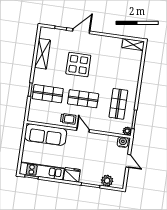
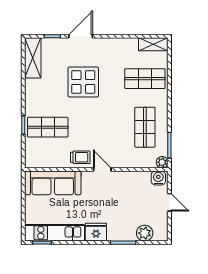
shelving: (42, 54) -> (33, 58), moved
shop shelf: (83, 99) -> (145, 79), moved

